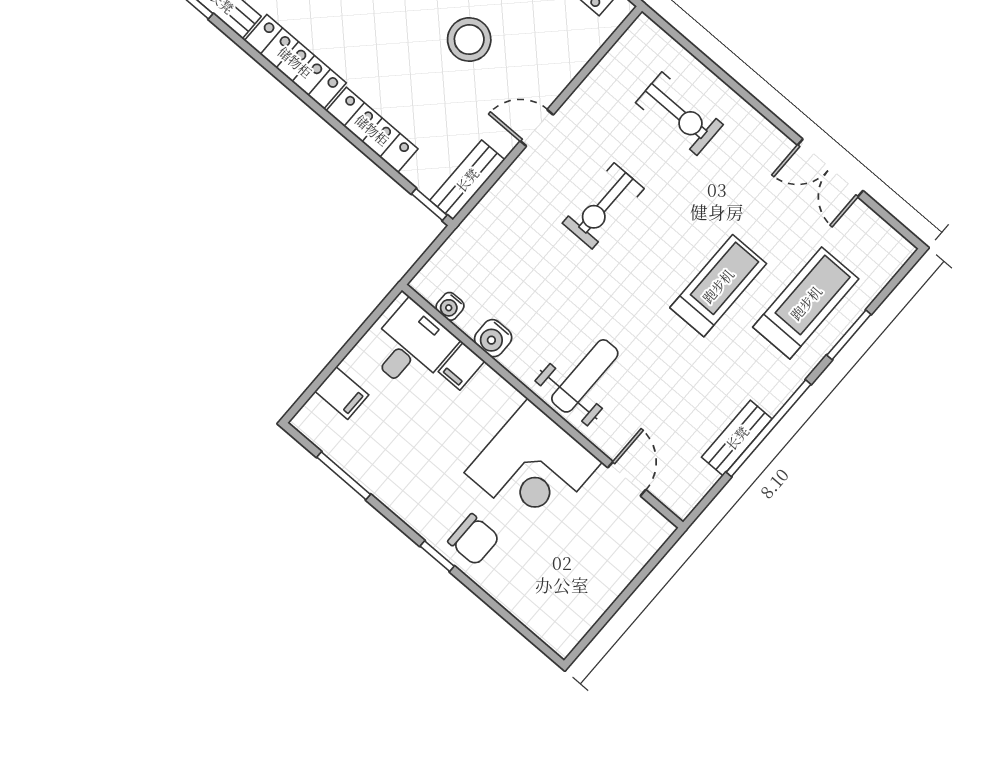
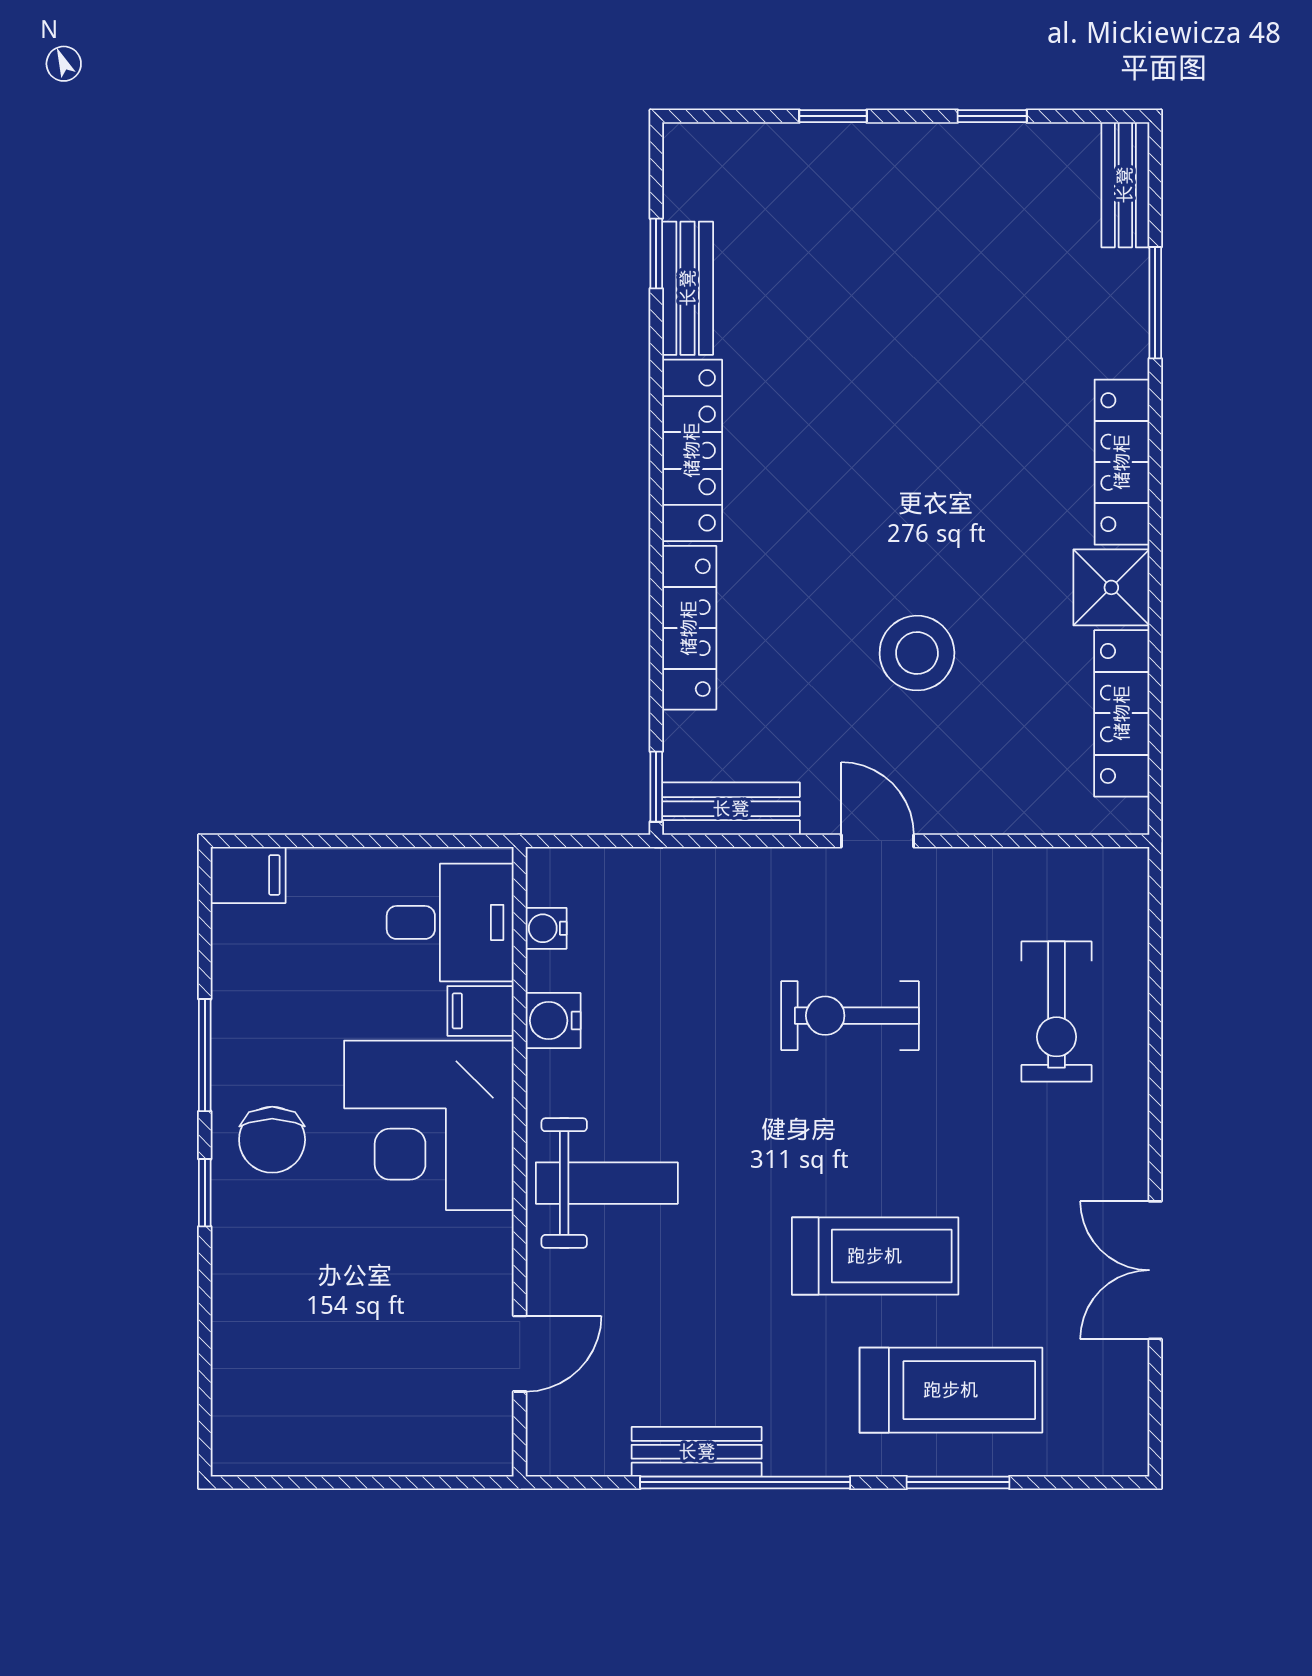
filing cabinet: (342, 393) -> (248, 875), moved, turned -90
corner desk: (533, 467) -> (429, 1125), moved
window: (344, 476) -> (205, 1055), moved
chair: (474, 540) -> (272, 1140), moved

